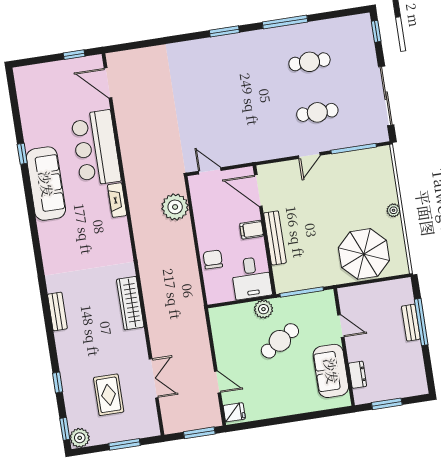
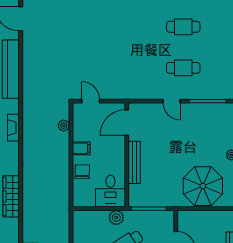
door: (309, 155) -> (172, 101), hinge flipped
door: (258, 191) -> (127, 123), hinge flipped
fireplace: (117, 200) -> (13, 128), moved
plant: (175, 207) -> (64, 126), width x0.53, depth x0.53
filing cabinet: (252, 230) -> (81, 148), moved, turned 180

